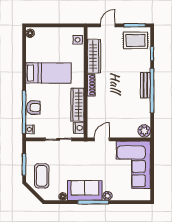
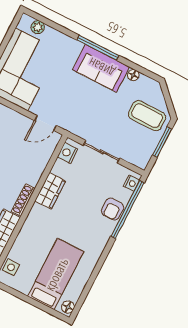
bed: (48, 73) -> (56, 274), moved, turned 90
wardrobe: (78, 105) -> (50, 191), width x0.67
armchair: (33, 108) -> (113, 209), turned -90
coffee table: (42, 176) -> (147, 116), turned 90
plant: (107, 196) -> (38, 27), moved

